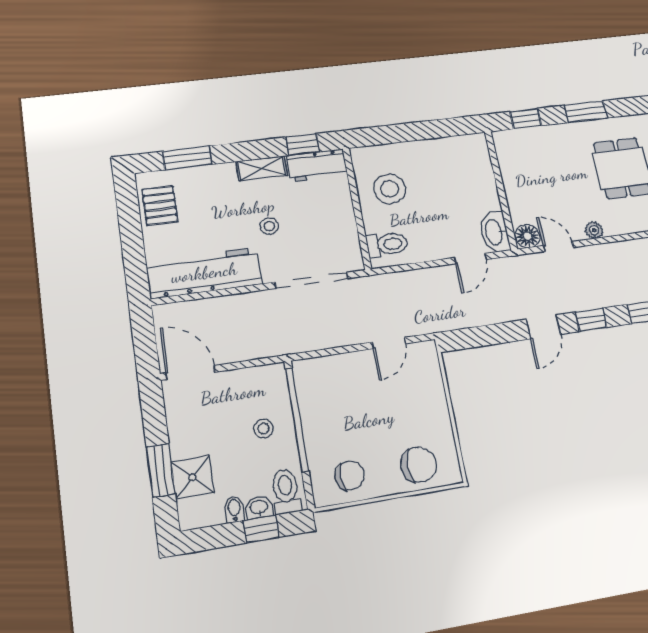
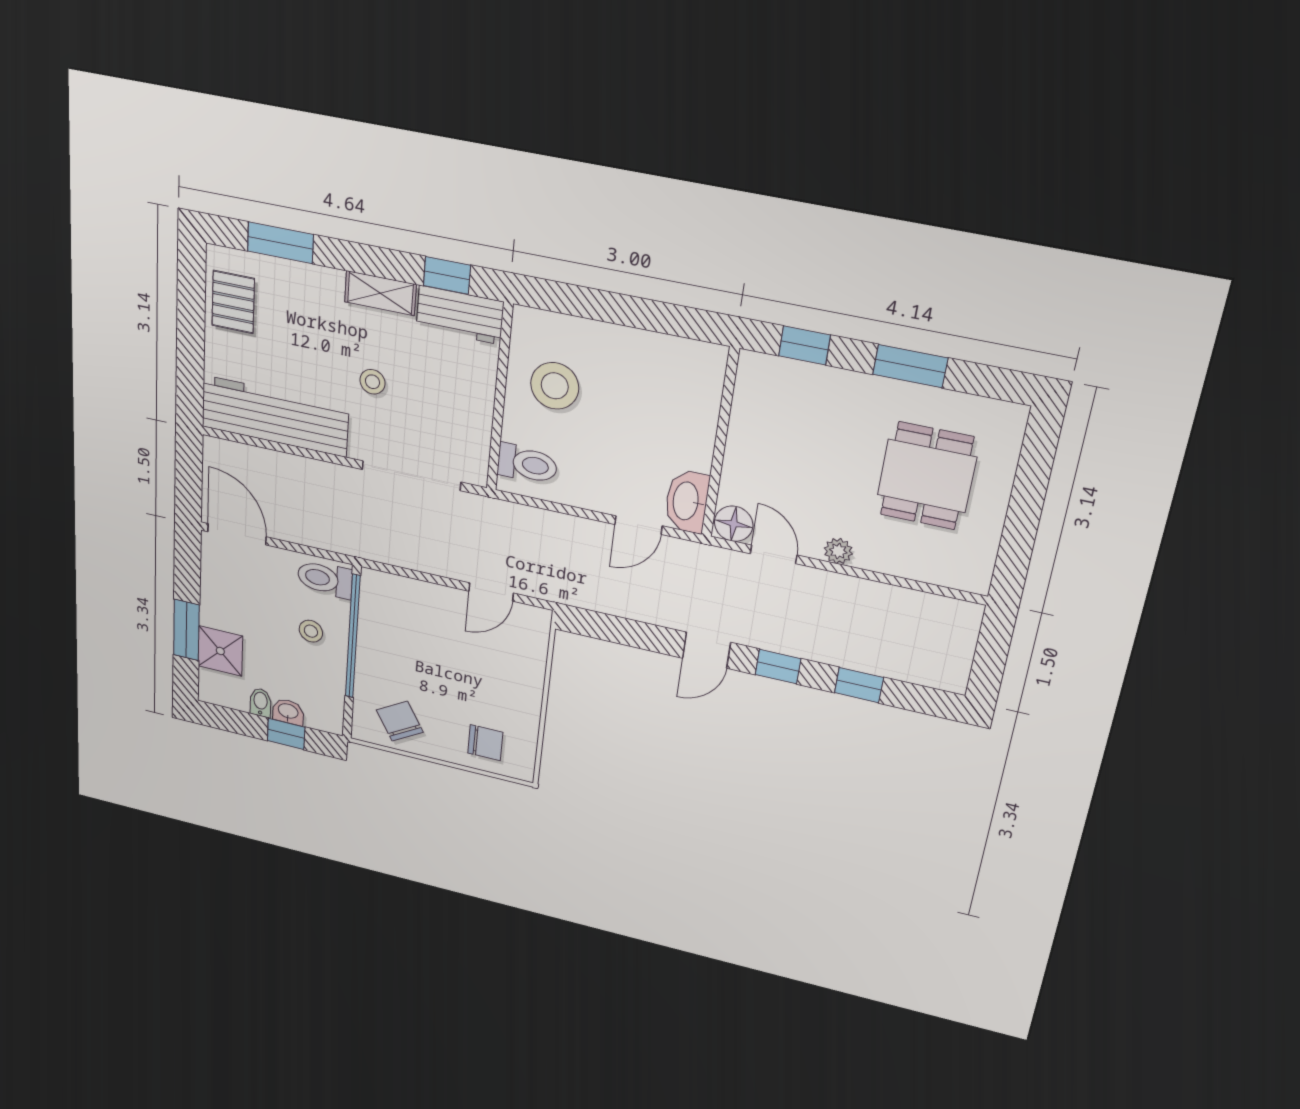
chair: (419, 465) -> (485, 743), width x0.73, depth x0.73
chair: (350, 476) -> (400, 721), turned -117
toilet: (286, 491) -> (325, 579), moved, turned -90

